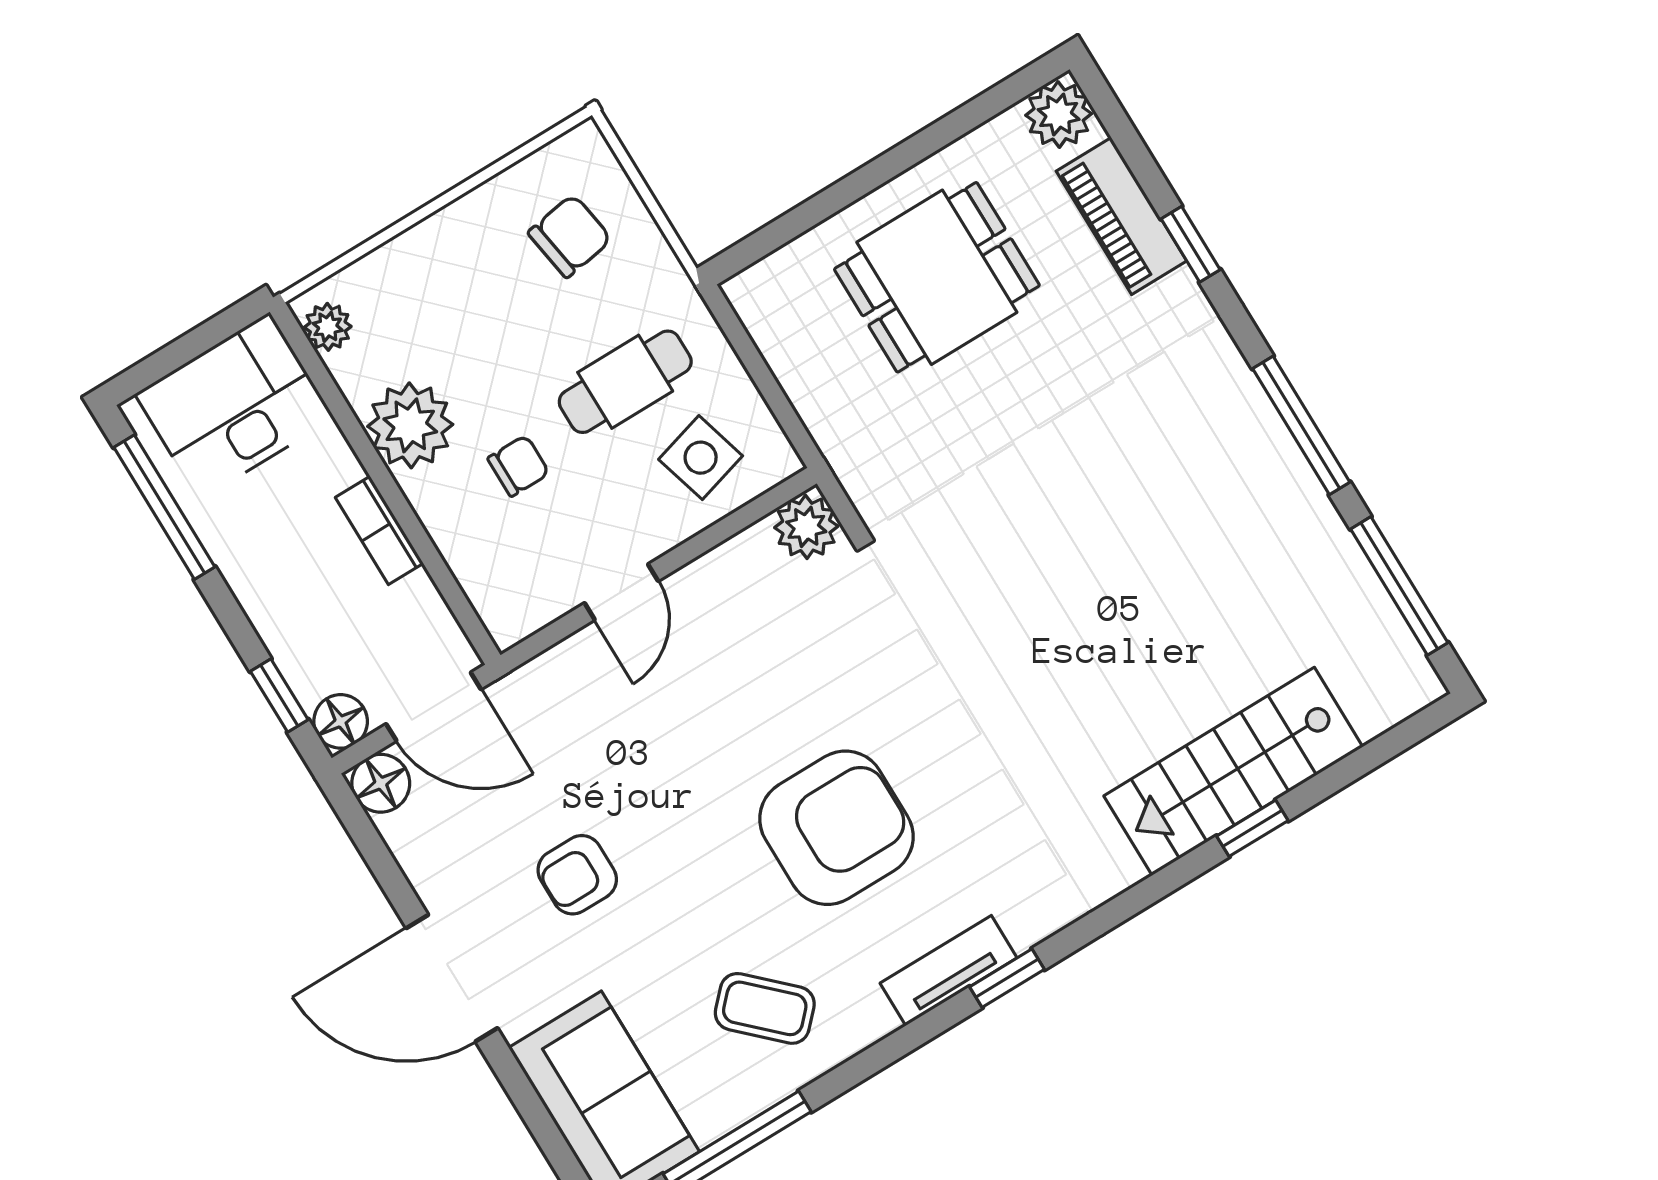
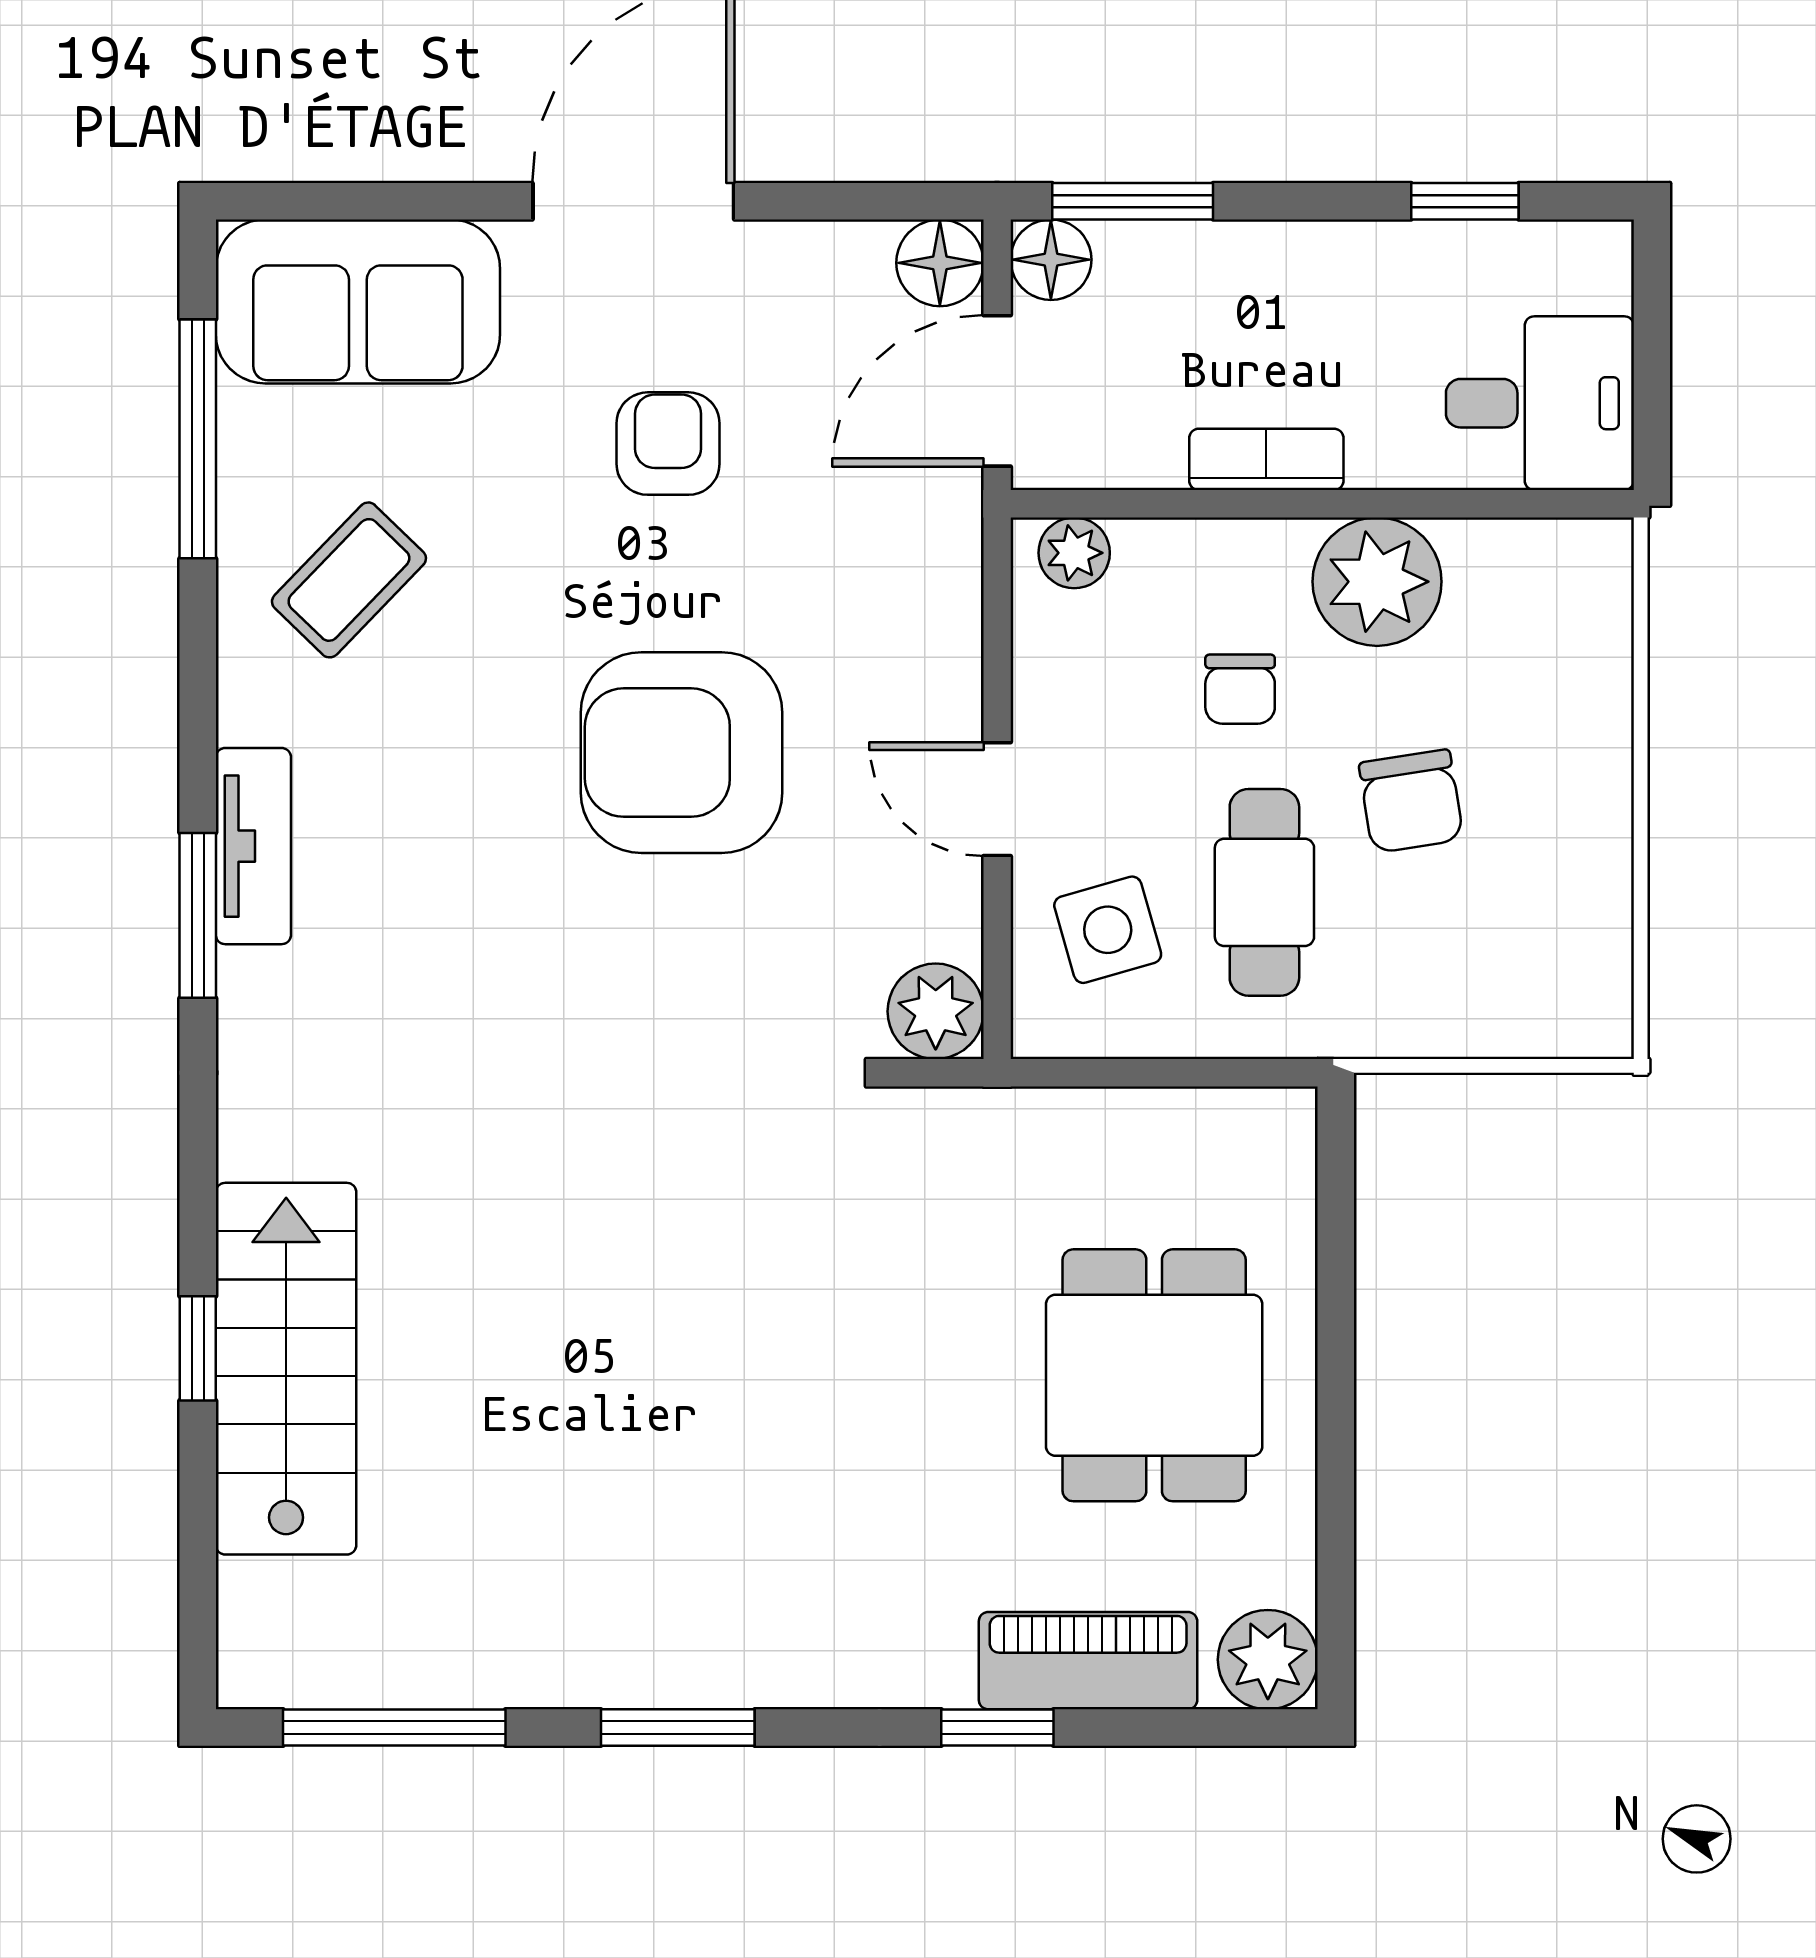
chair: (570, 236) -> (1411, 801), moved
plant: (328, 327) -> (1074, 553), moved
desk: (234, 406) -> (1540, 403), width x0.73
window: (1301, 425) -> (678, 1728), width x0.69
window: (164, 507) -> (1465, 201), width x0.46
door: (621, 592) -> (997, 799), moved
window: (279, 695) -> (1133, 201), width x1.50
armchair: (836, 828) -> (681, 753), moved, turned 90
window: (1007, 978) -> (198, 915), width x1.50

